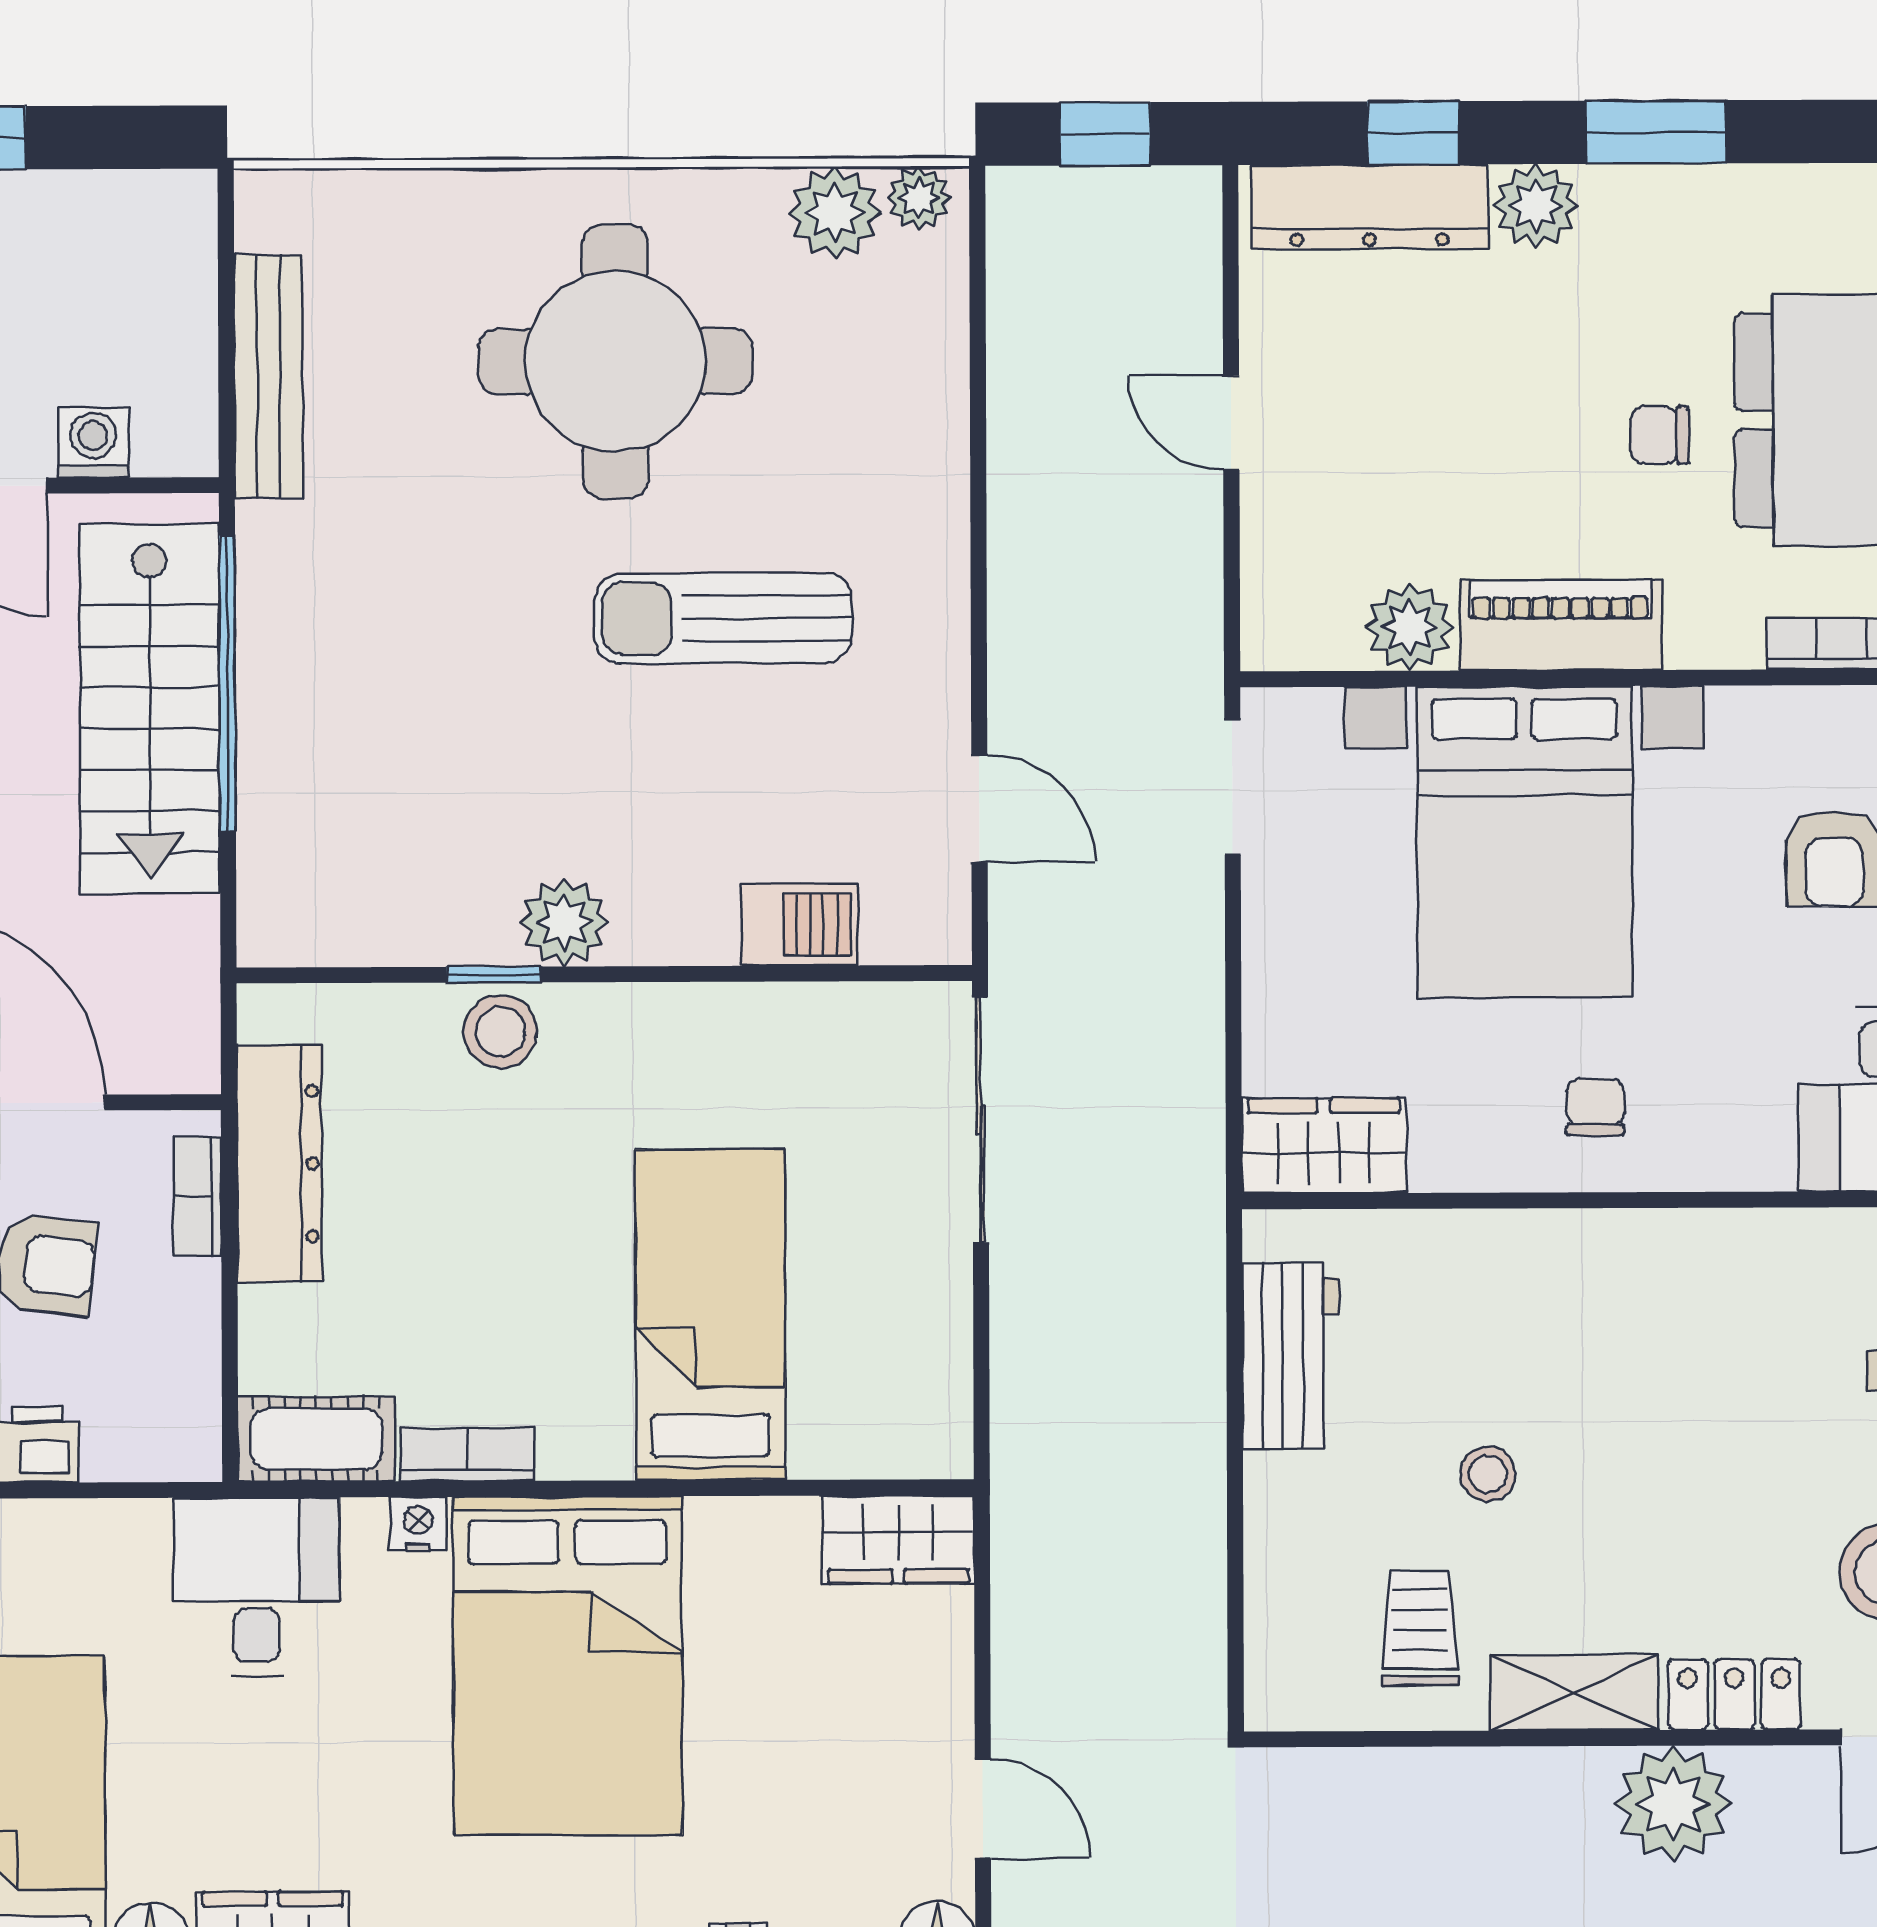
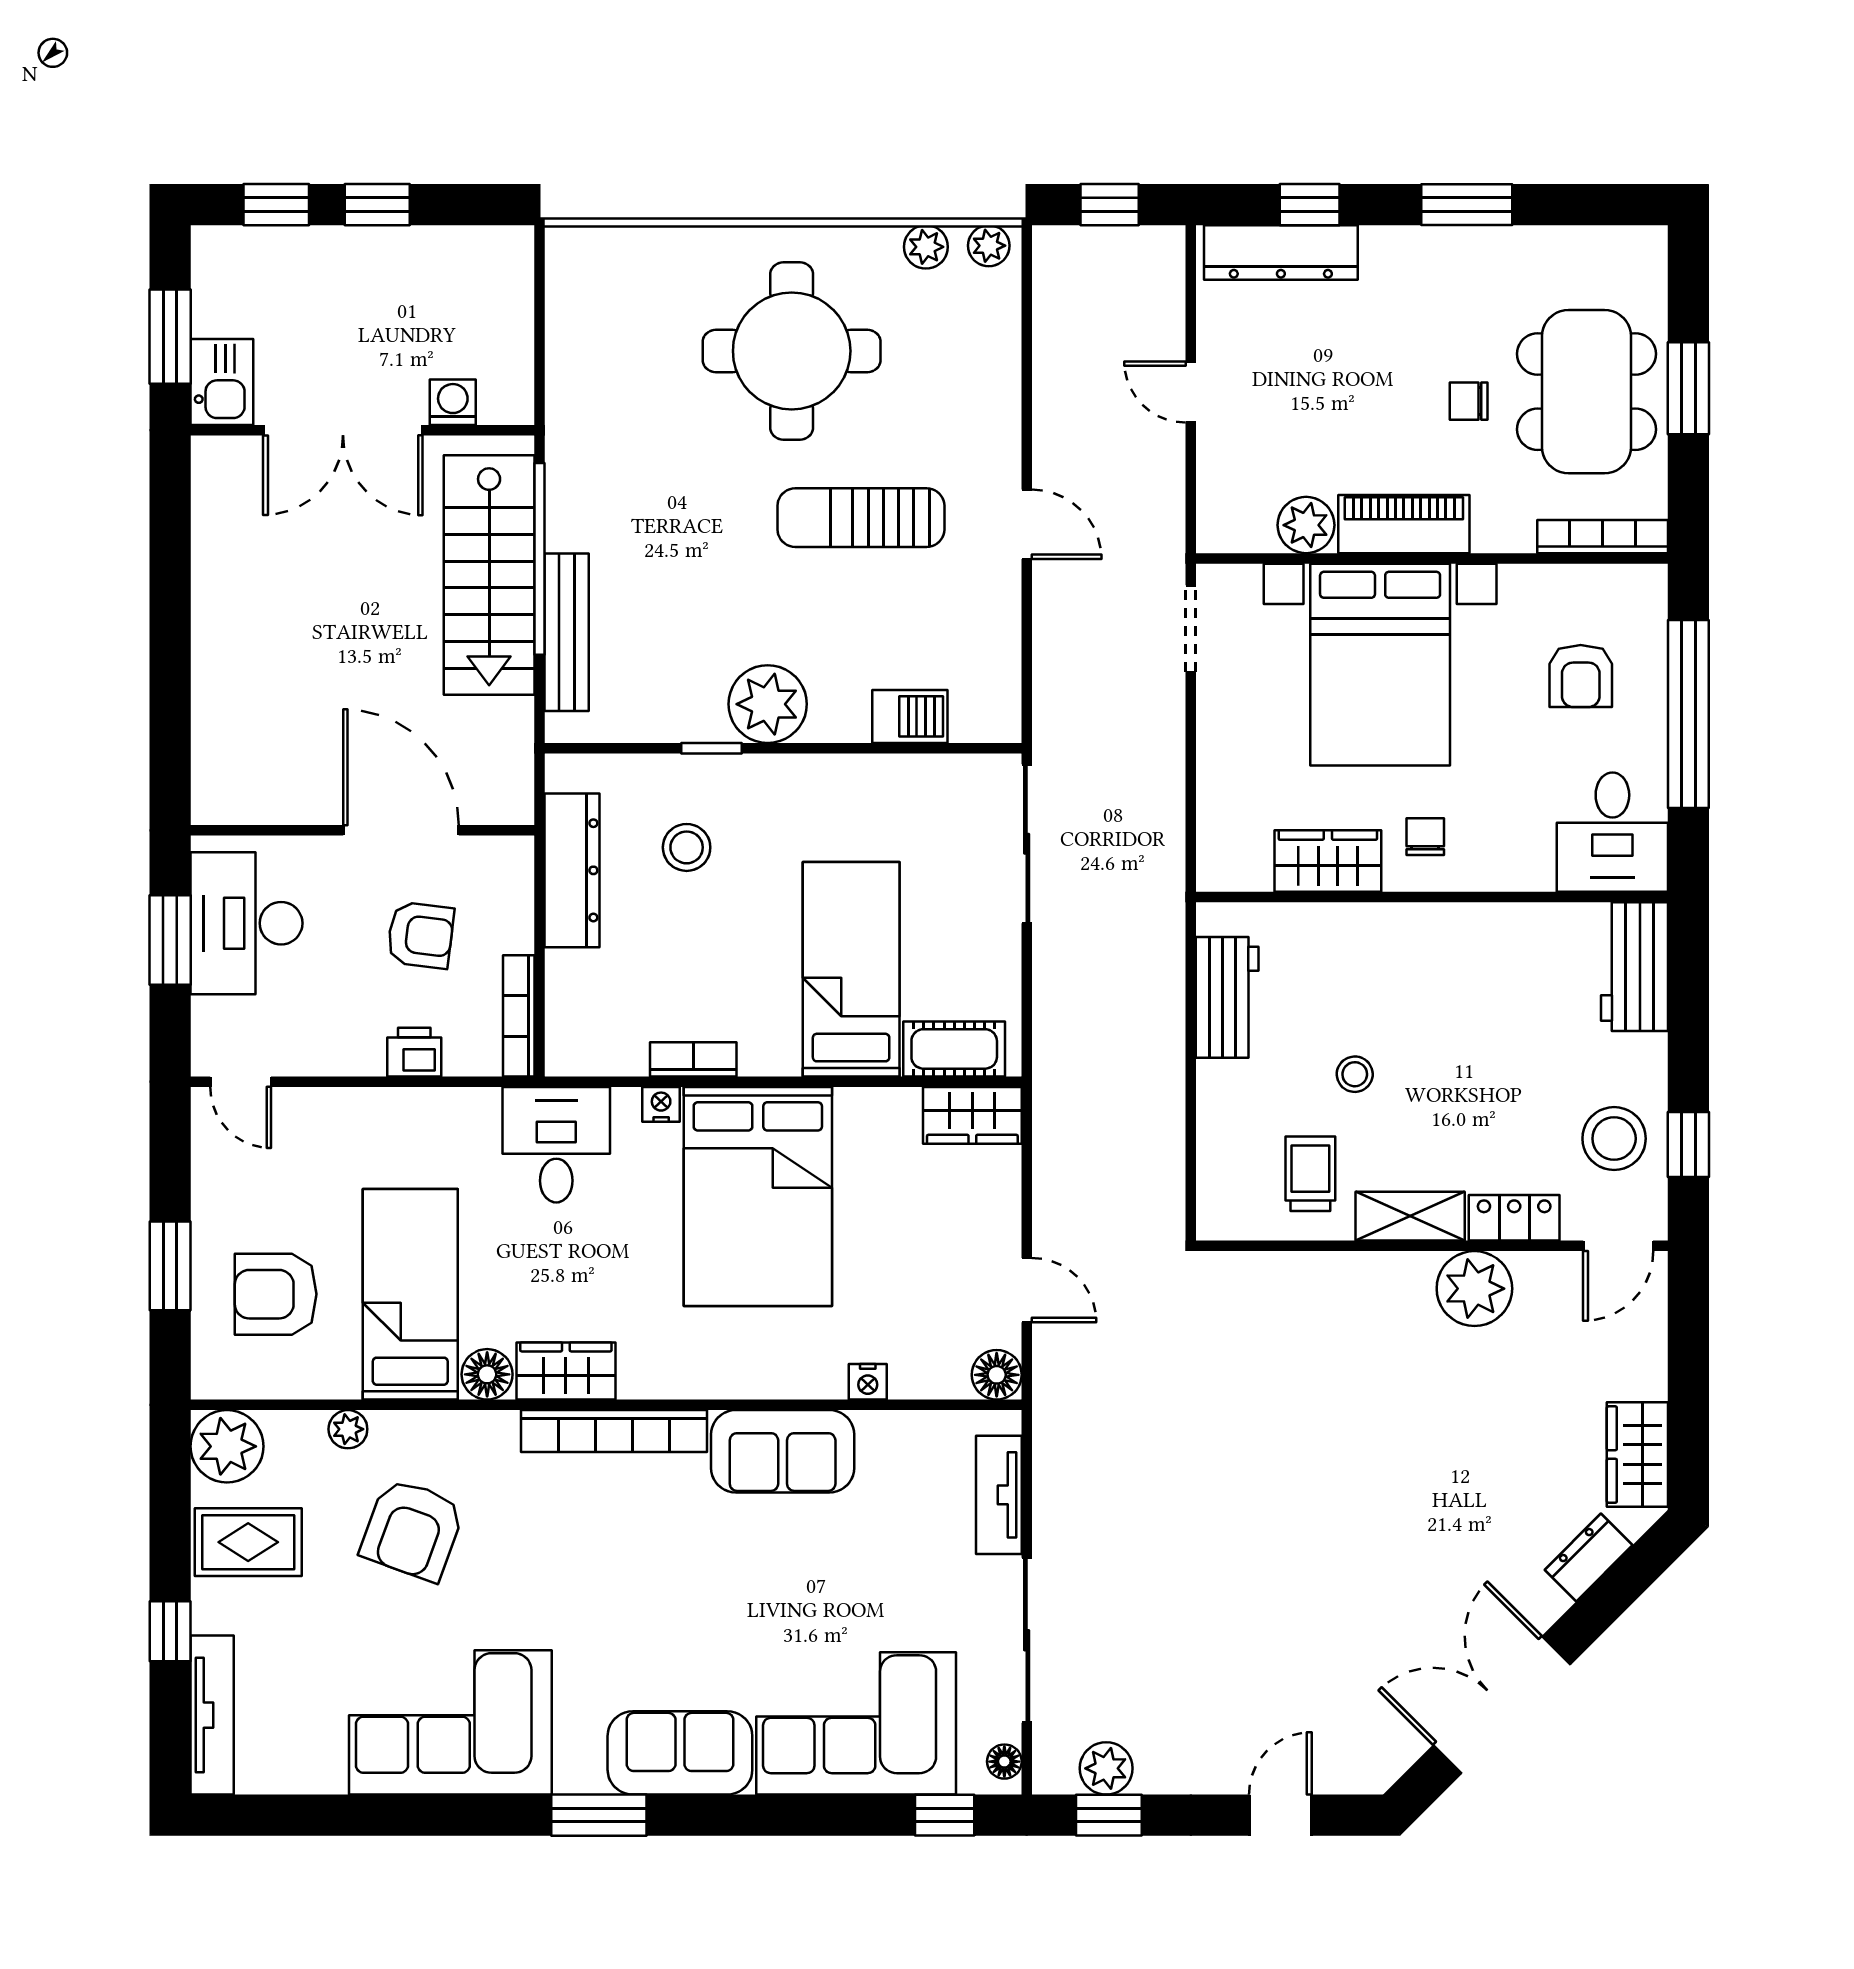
plant: (1536, 206) -> (1389, 252), removed
plant: (835, 213) -> (926, 247), width x0.73, depth x0.73
bench: (268, 376) -> (567, 632), moved
door: (979, 809) -> (1027, 524), moved
plant: (564, 922) -> (768, 704), width x1.36, depth x1.36
stool: (501, 1032) -> (687, 847), moved
wardrobe: (1324, 1146) -> (1328, 861), moved
bookcase: (197, 1196) -> (519, 1016), moved, width x1.56
cot: (316, 1439) -> (954, 1049), moved

